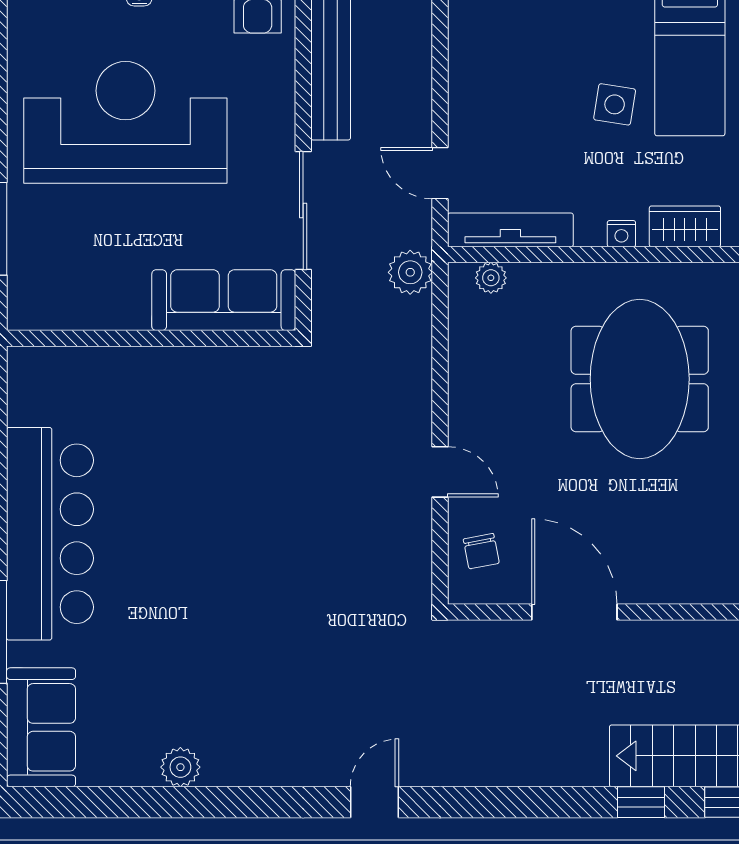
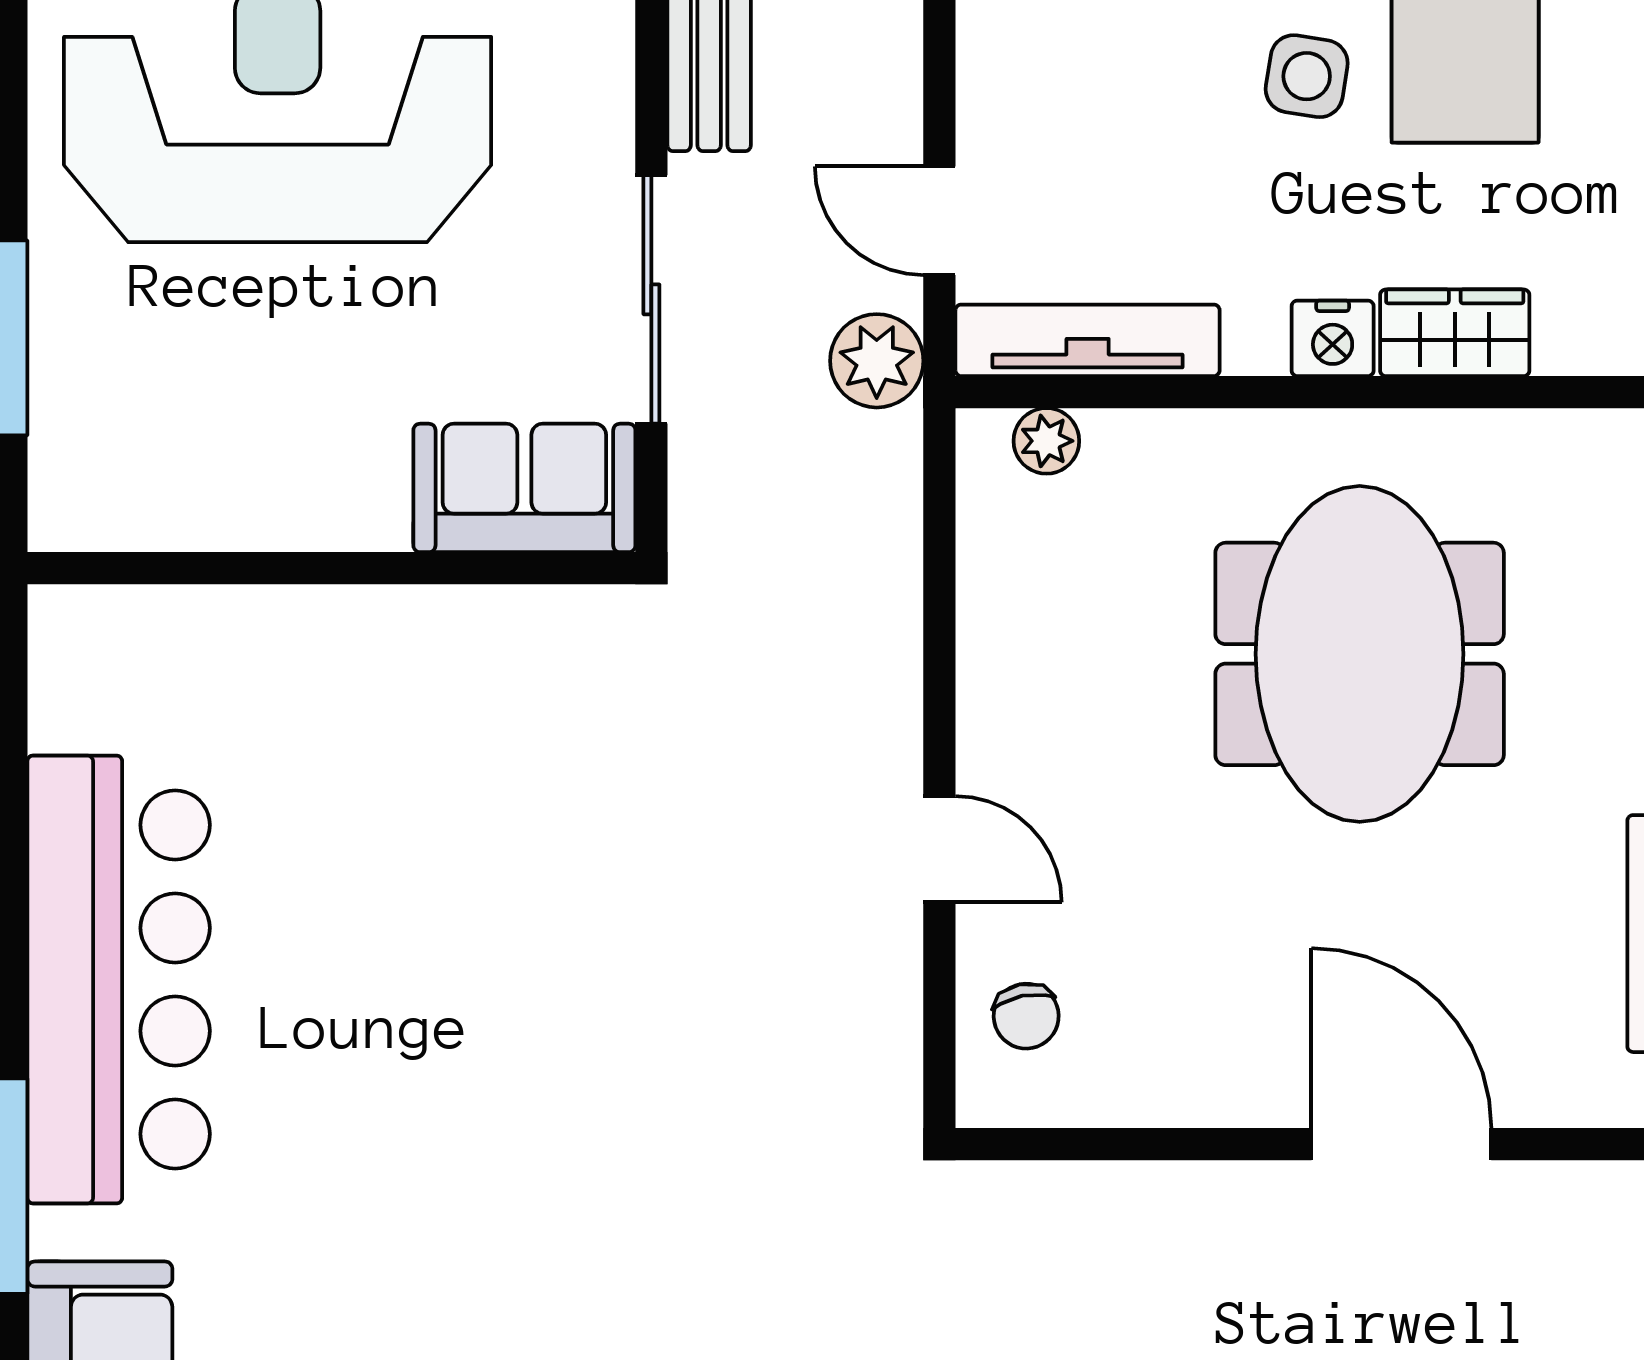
nightstand: (621, 234) -> (1333, 338), width x1.39, depth x1.35
plant: (410, 272) -> (877, 361), moved
sofa: (224, 300) -> (524, 488), width x0.73
door: (574, 612) -> (1401, 1144), moved

